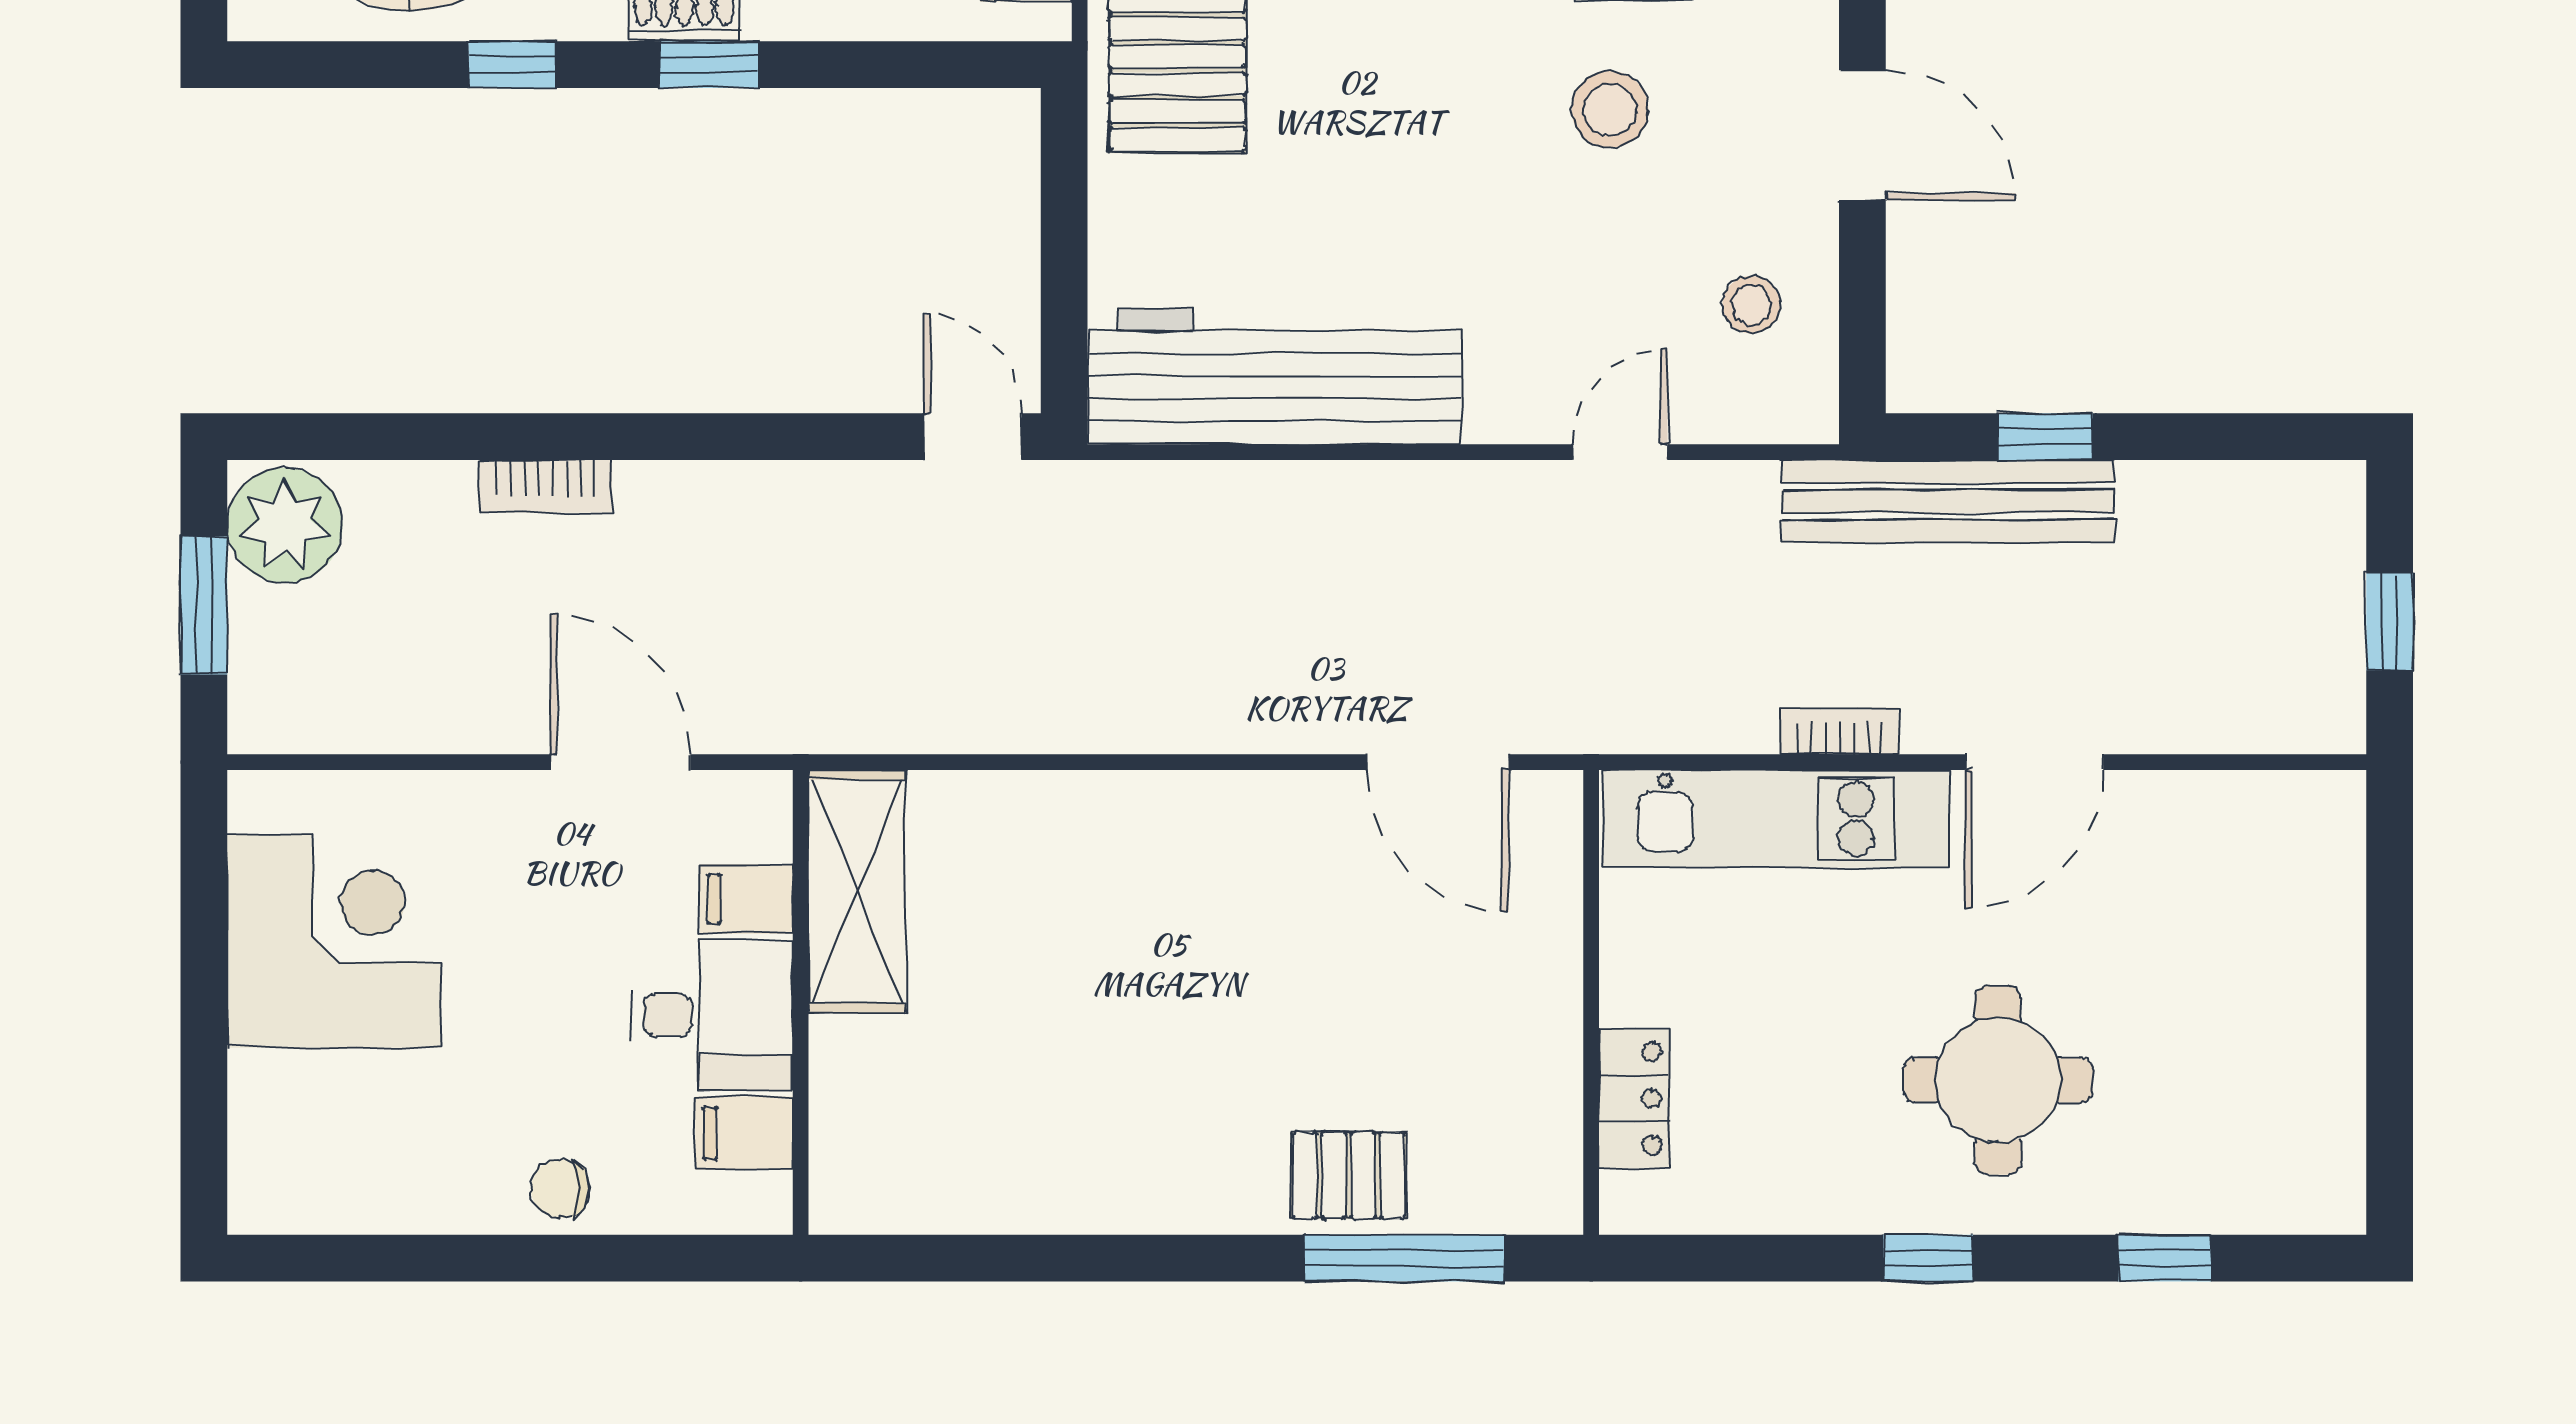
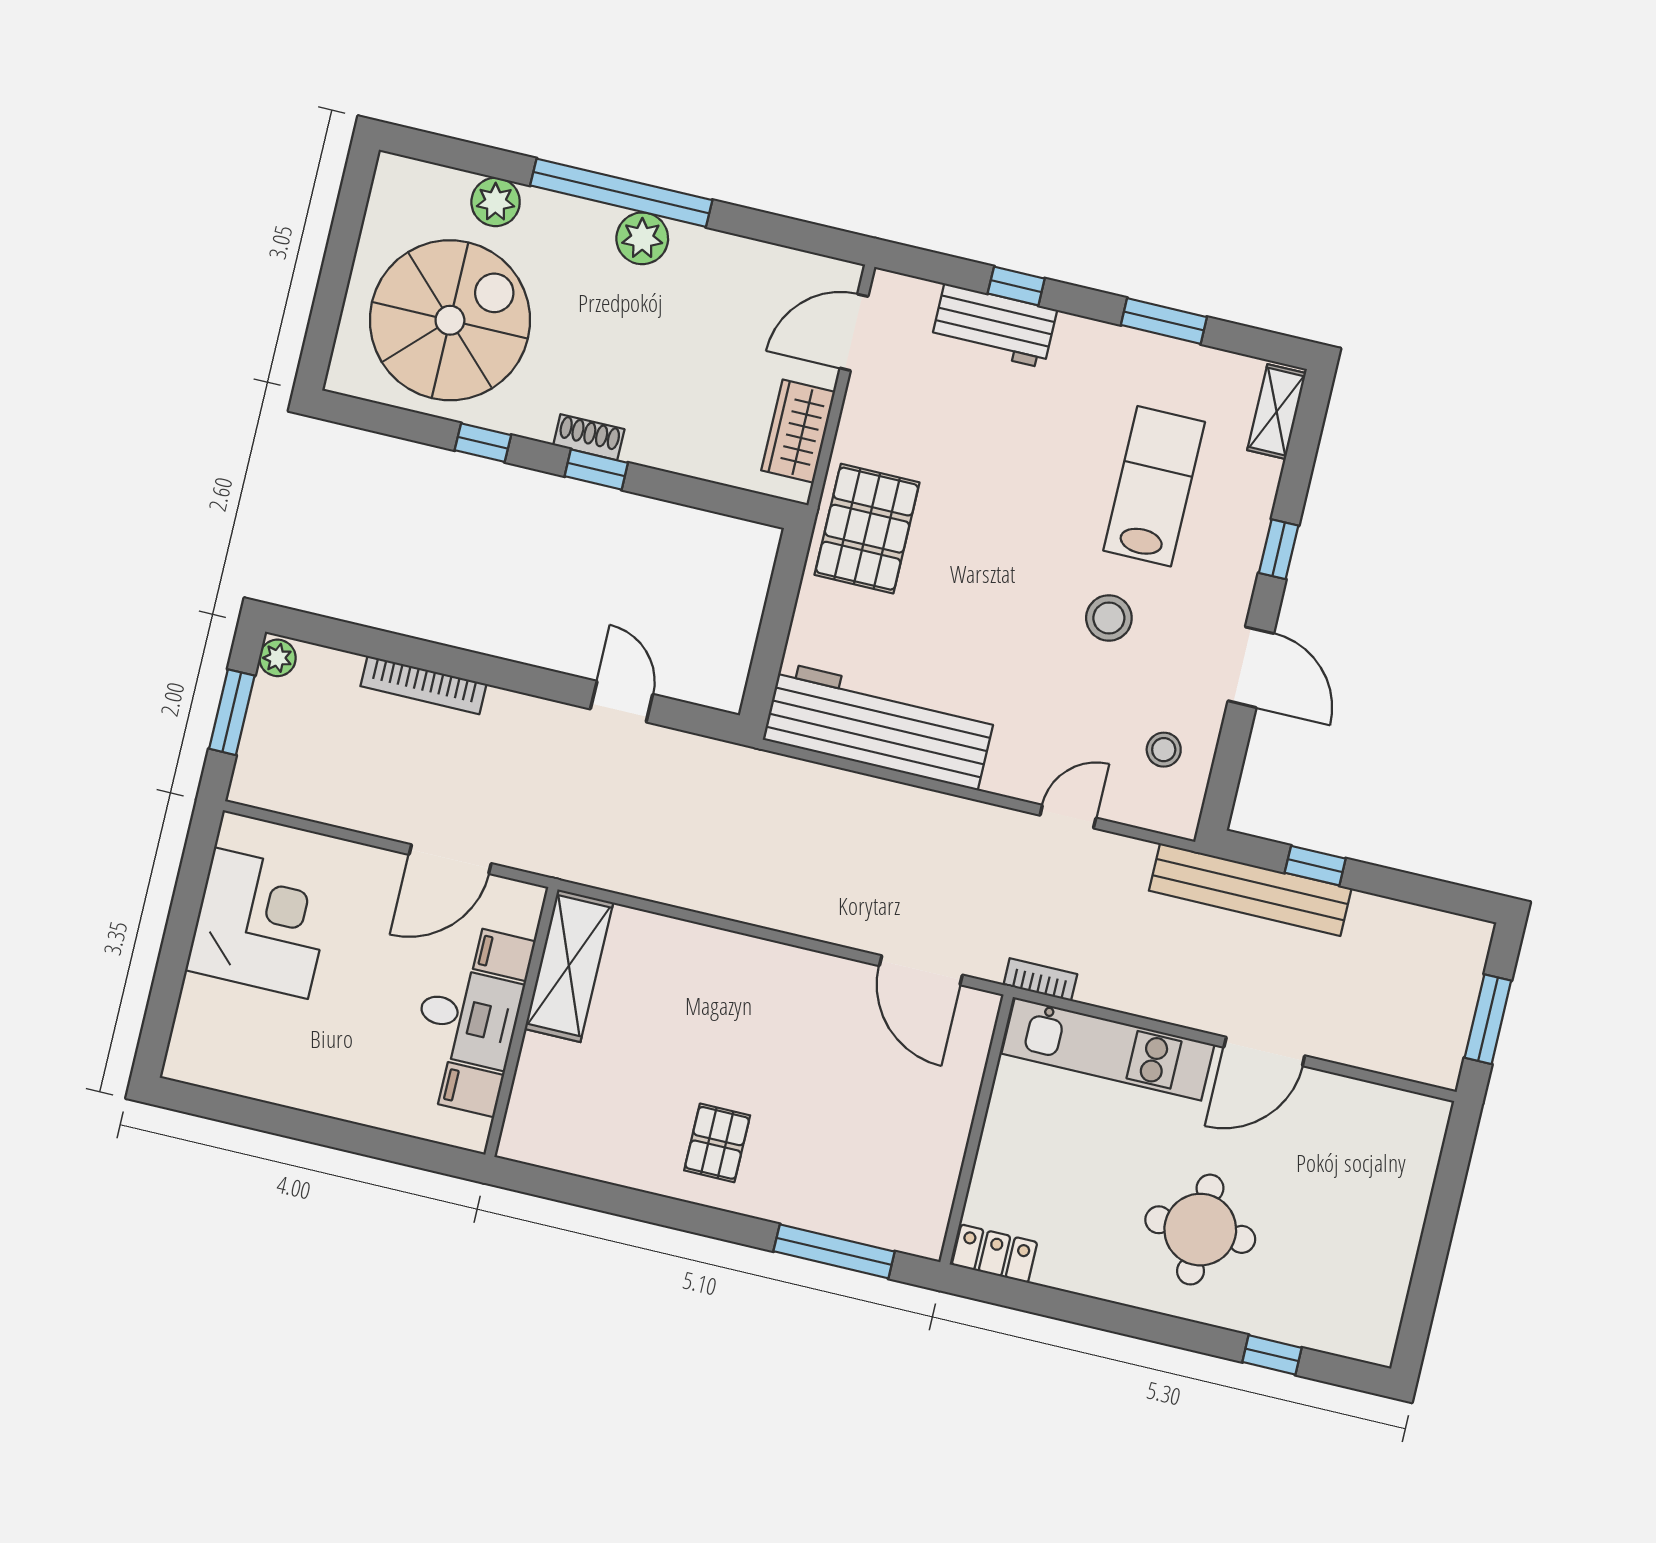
door: (973, 437) -> (622, 702), moved
bookcase: (546, 486) -> (423, 685), width x1.56
plant: (285, 525) -> (277, 658), width x0.53, depth x0.53
window: (2390, 622) -> (1488, 1019), width x1.50
bookcase: (1840, 731) -> (1040, 980), moved
door: (620, 762) -> (450, 859), swing flipped
locker: (1634, 1098) -> (995, 1254), moved, turned -90
pallet: (1348, 1175) -> (717, 1143), moved, turned 90
chair: (560, 1189) -> (357, 1097), removed
window: (1928, 1258) -> (1136, 1323), removed

